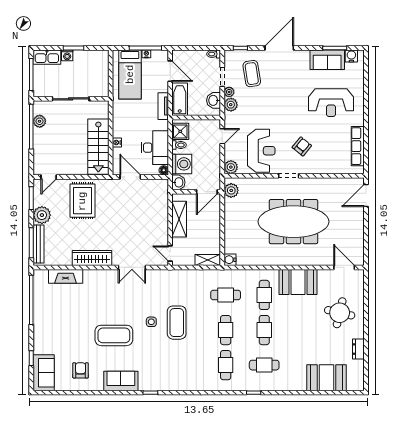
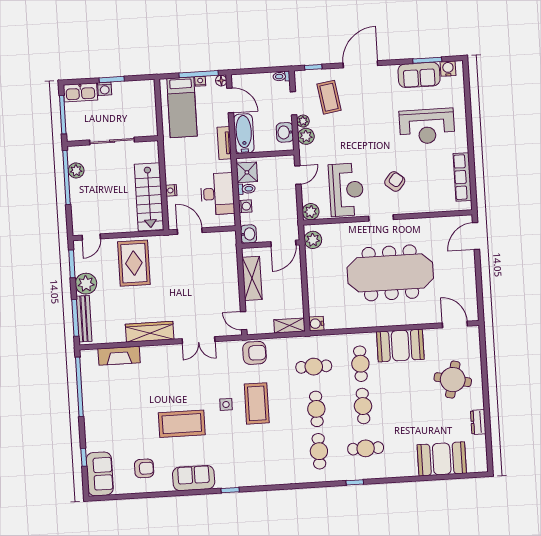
washing machine: (182, 164) -> (245, 206), width x0.53, depth x0.53
floor lamp: (164, 170) -> (221, 81), moved
armchair: (177, 281) -> (254, 353), added
armchair: (81, 370) -> (144, 468), turned 90

